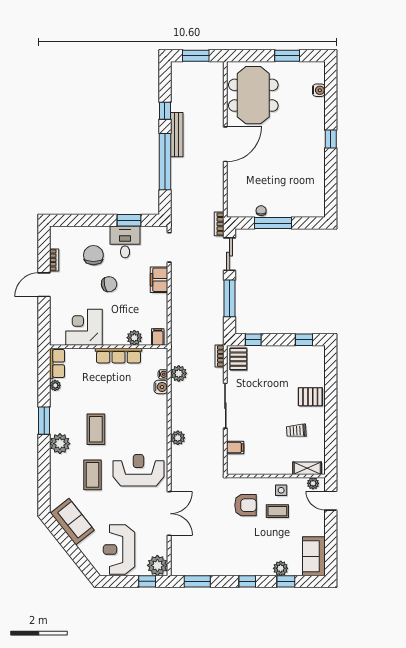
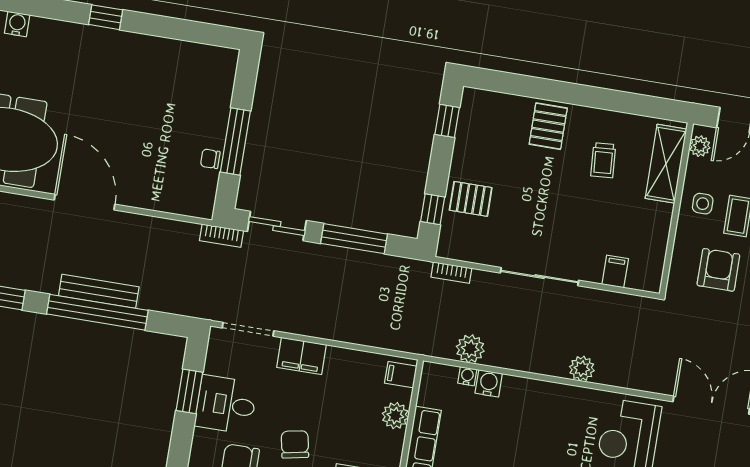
bench: (177, 135) -> (99, 291), moved
pallet: (238, 359) -> (471, 199), moved
shelving: (307, 468) -> (666, 164), width x1.50, depth x1.33

